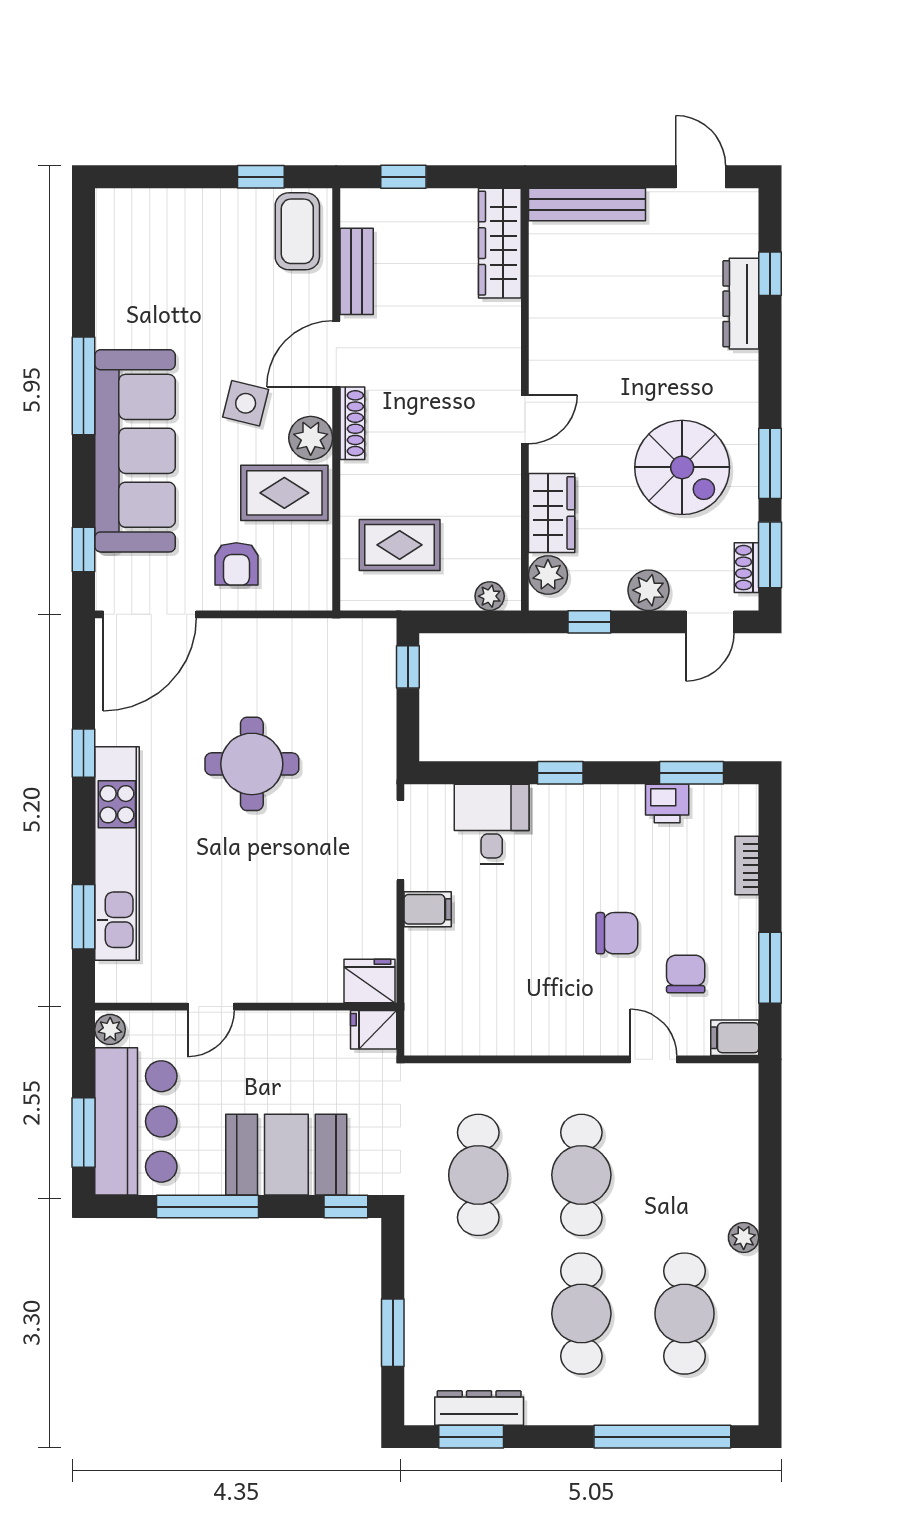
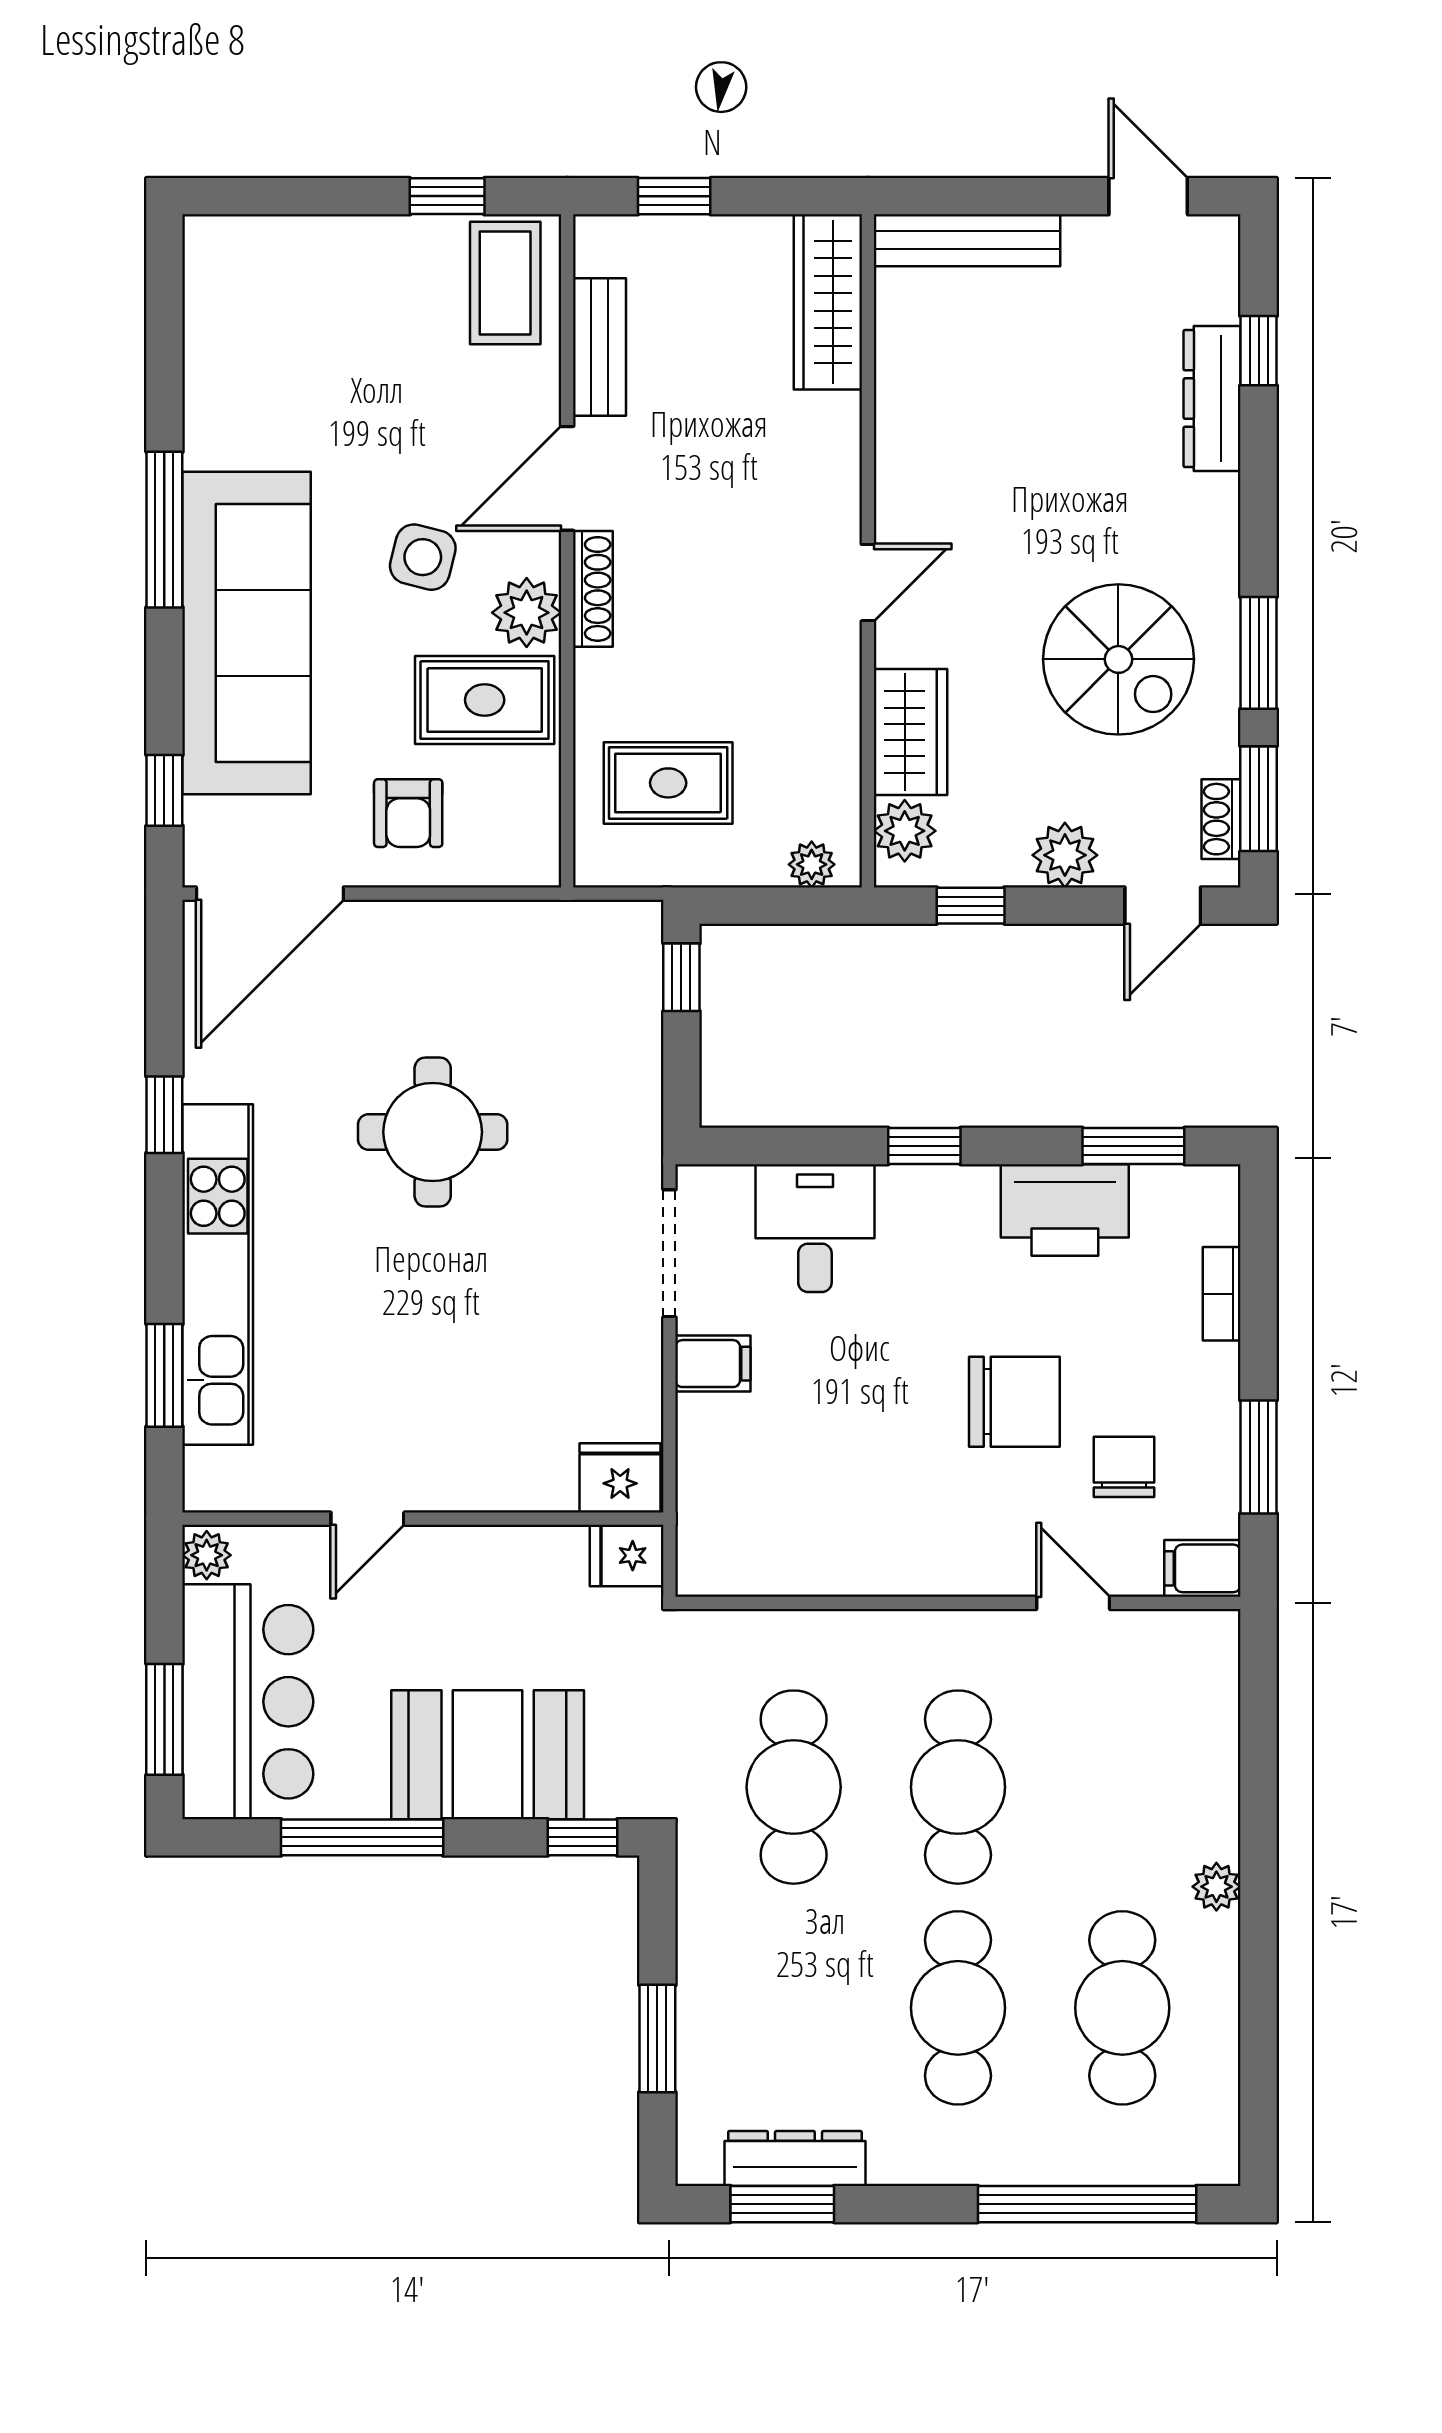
printer: (667, 804) -> (1065, 1210), width x1.87, depth x1.48
chair: (617, 933) -> (1014, 1402), width x1.37, depth x1.37

